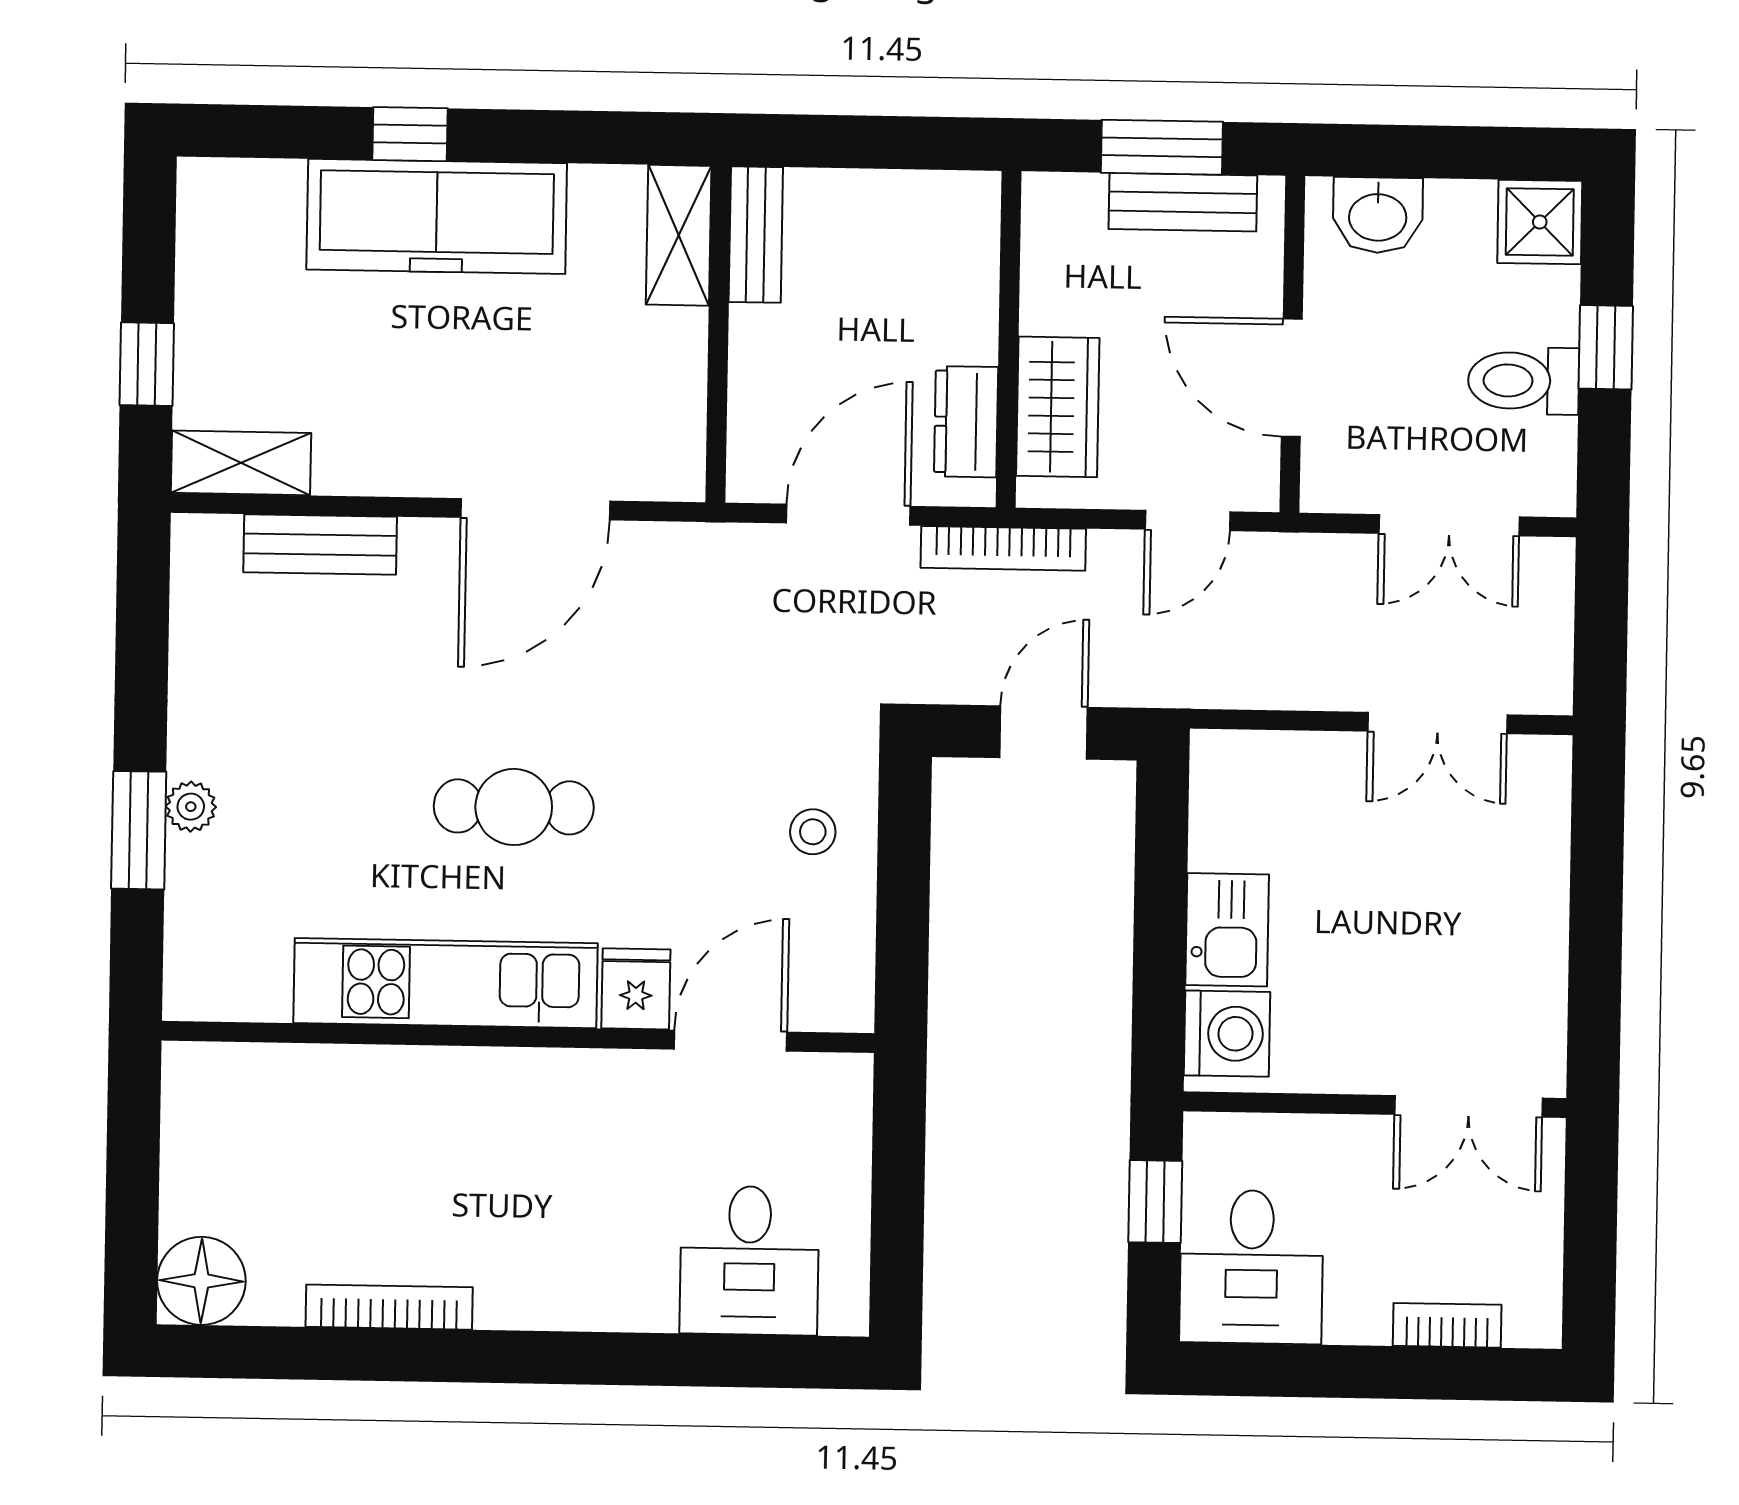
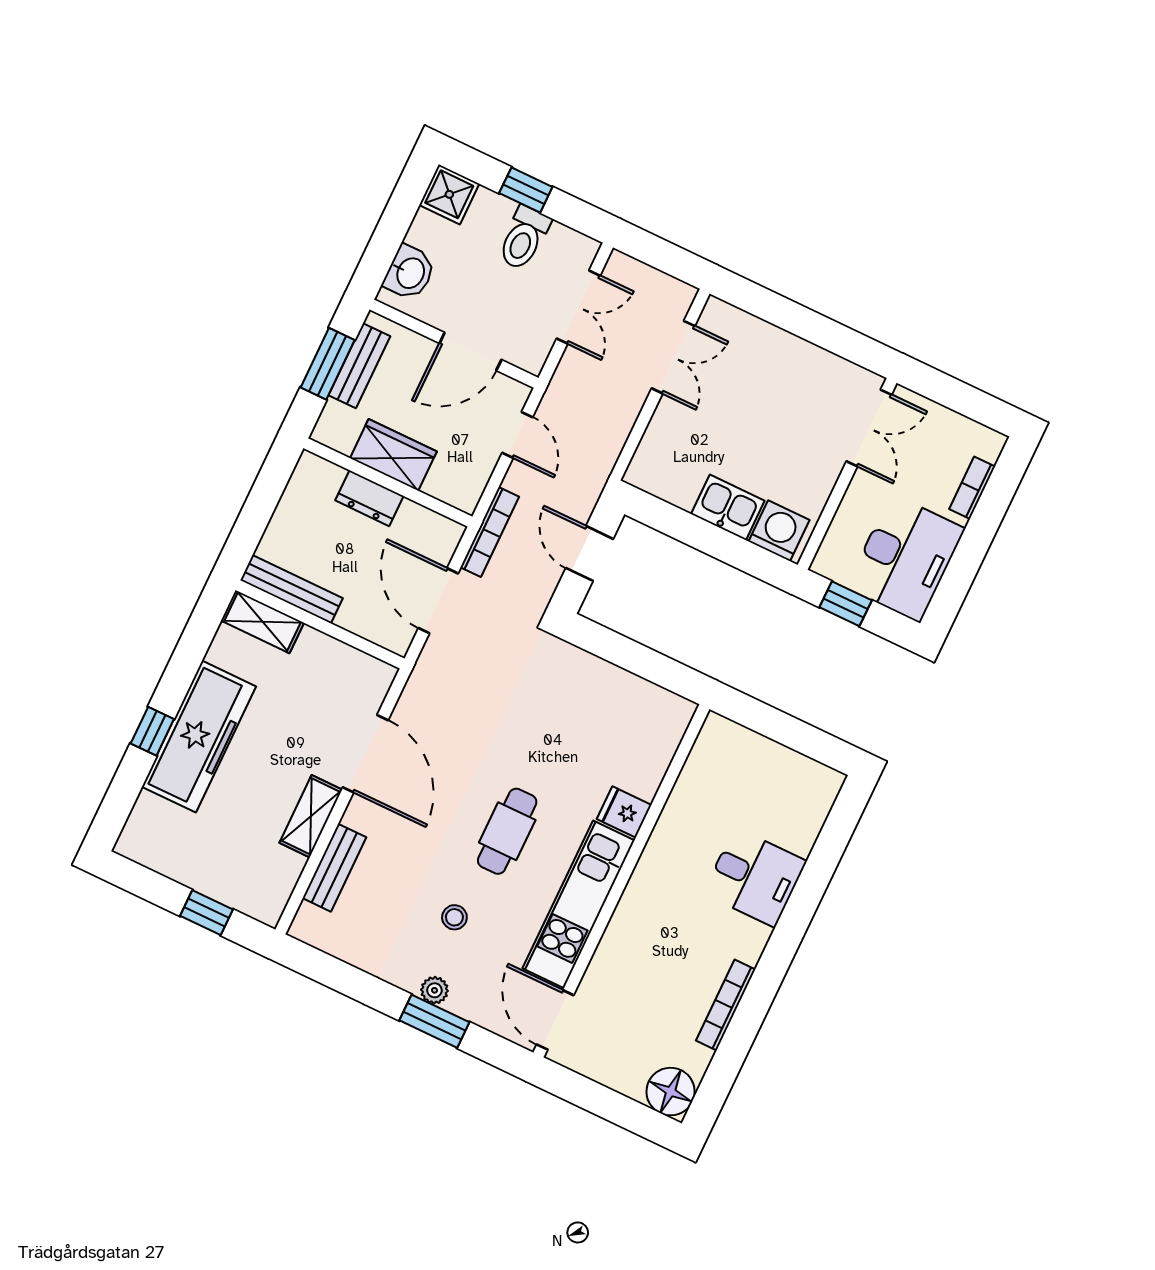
bench: (756, 235) -> (292, 589), width x1.36
wardrobe: (1058, 407) -> (393, 455), moved
dresser: (966, 422) -> (369, 498), moved
shelving: (241, 463) -> (311, 816), moved
stool: (813, 832) -> (454, 917), moved
door: (731, 1041) -> (555, 1020), moved
desk: (749, 1260) -> (755, 877), moved
desk: (1251, 1267) -> (906, 558), width x1.37

